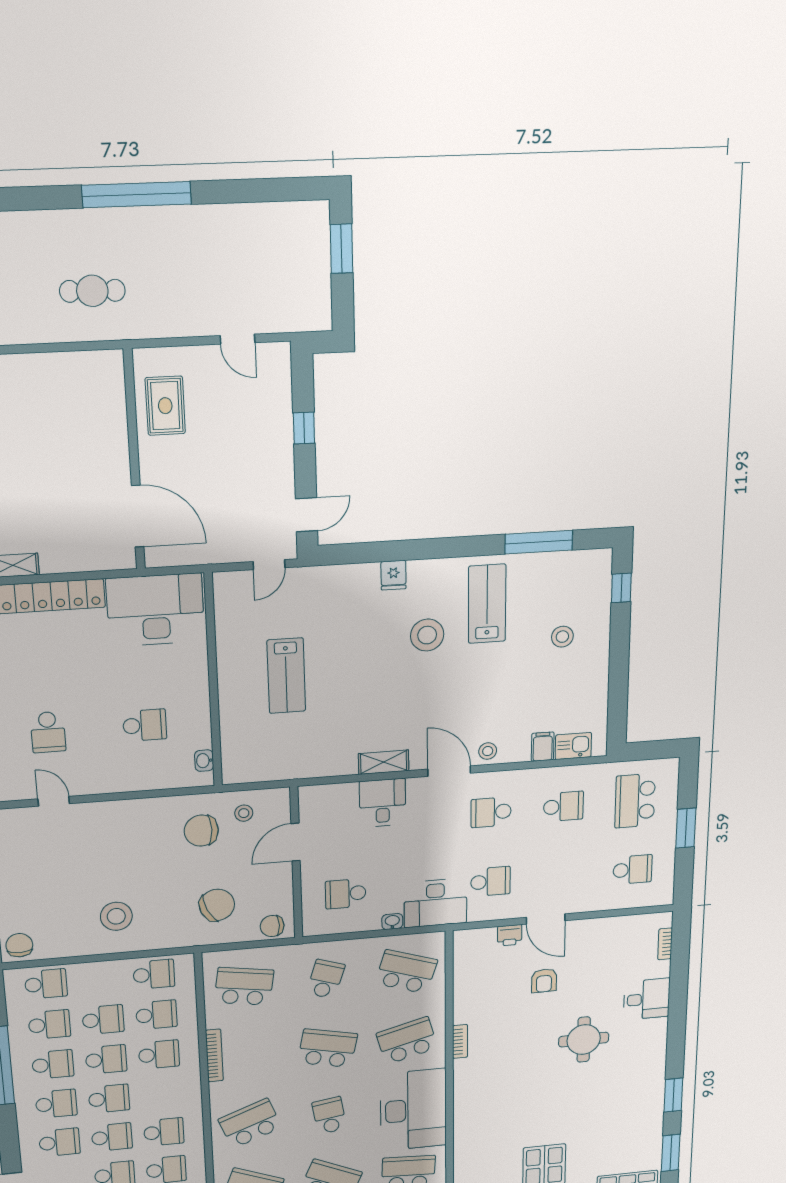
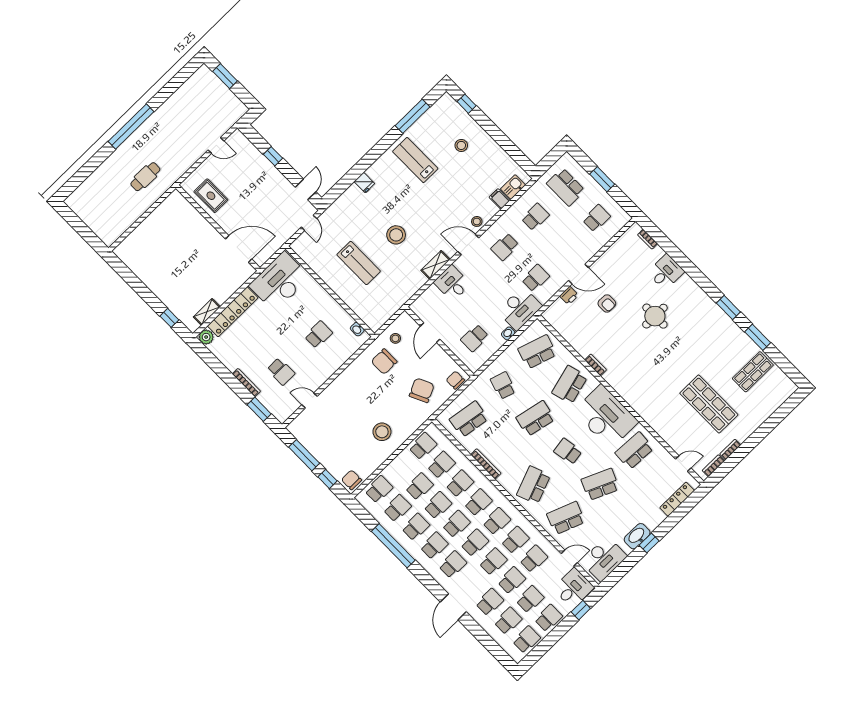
stool: (427, 635) -> (396, 235), moved
chair: (272, 926) -> (455, 380), turned 90
school desk: (161, 1094) -> (478, 502), added

